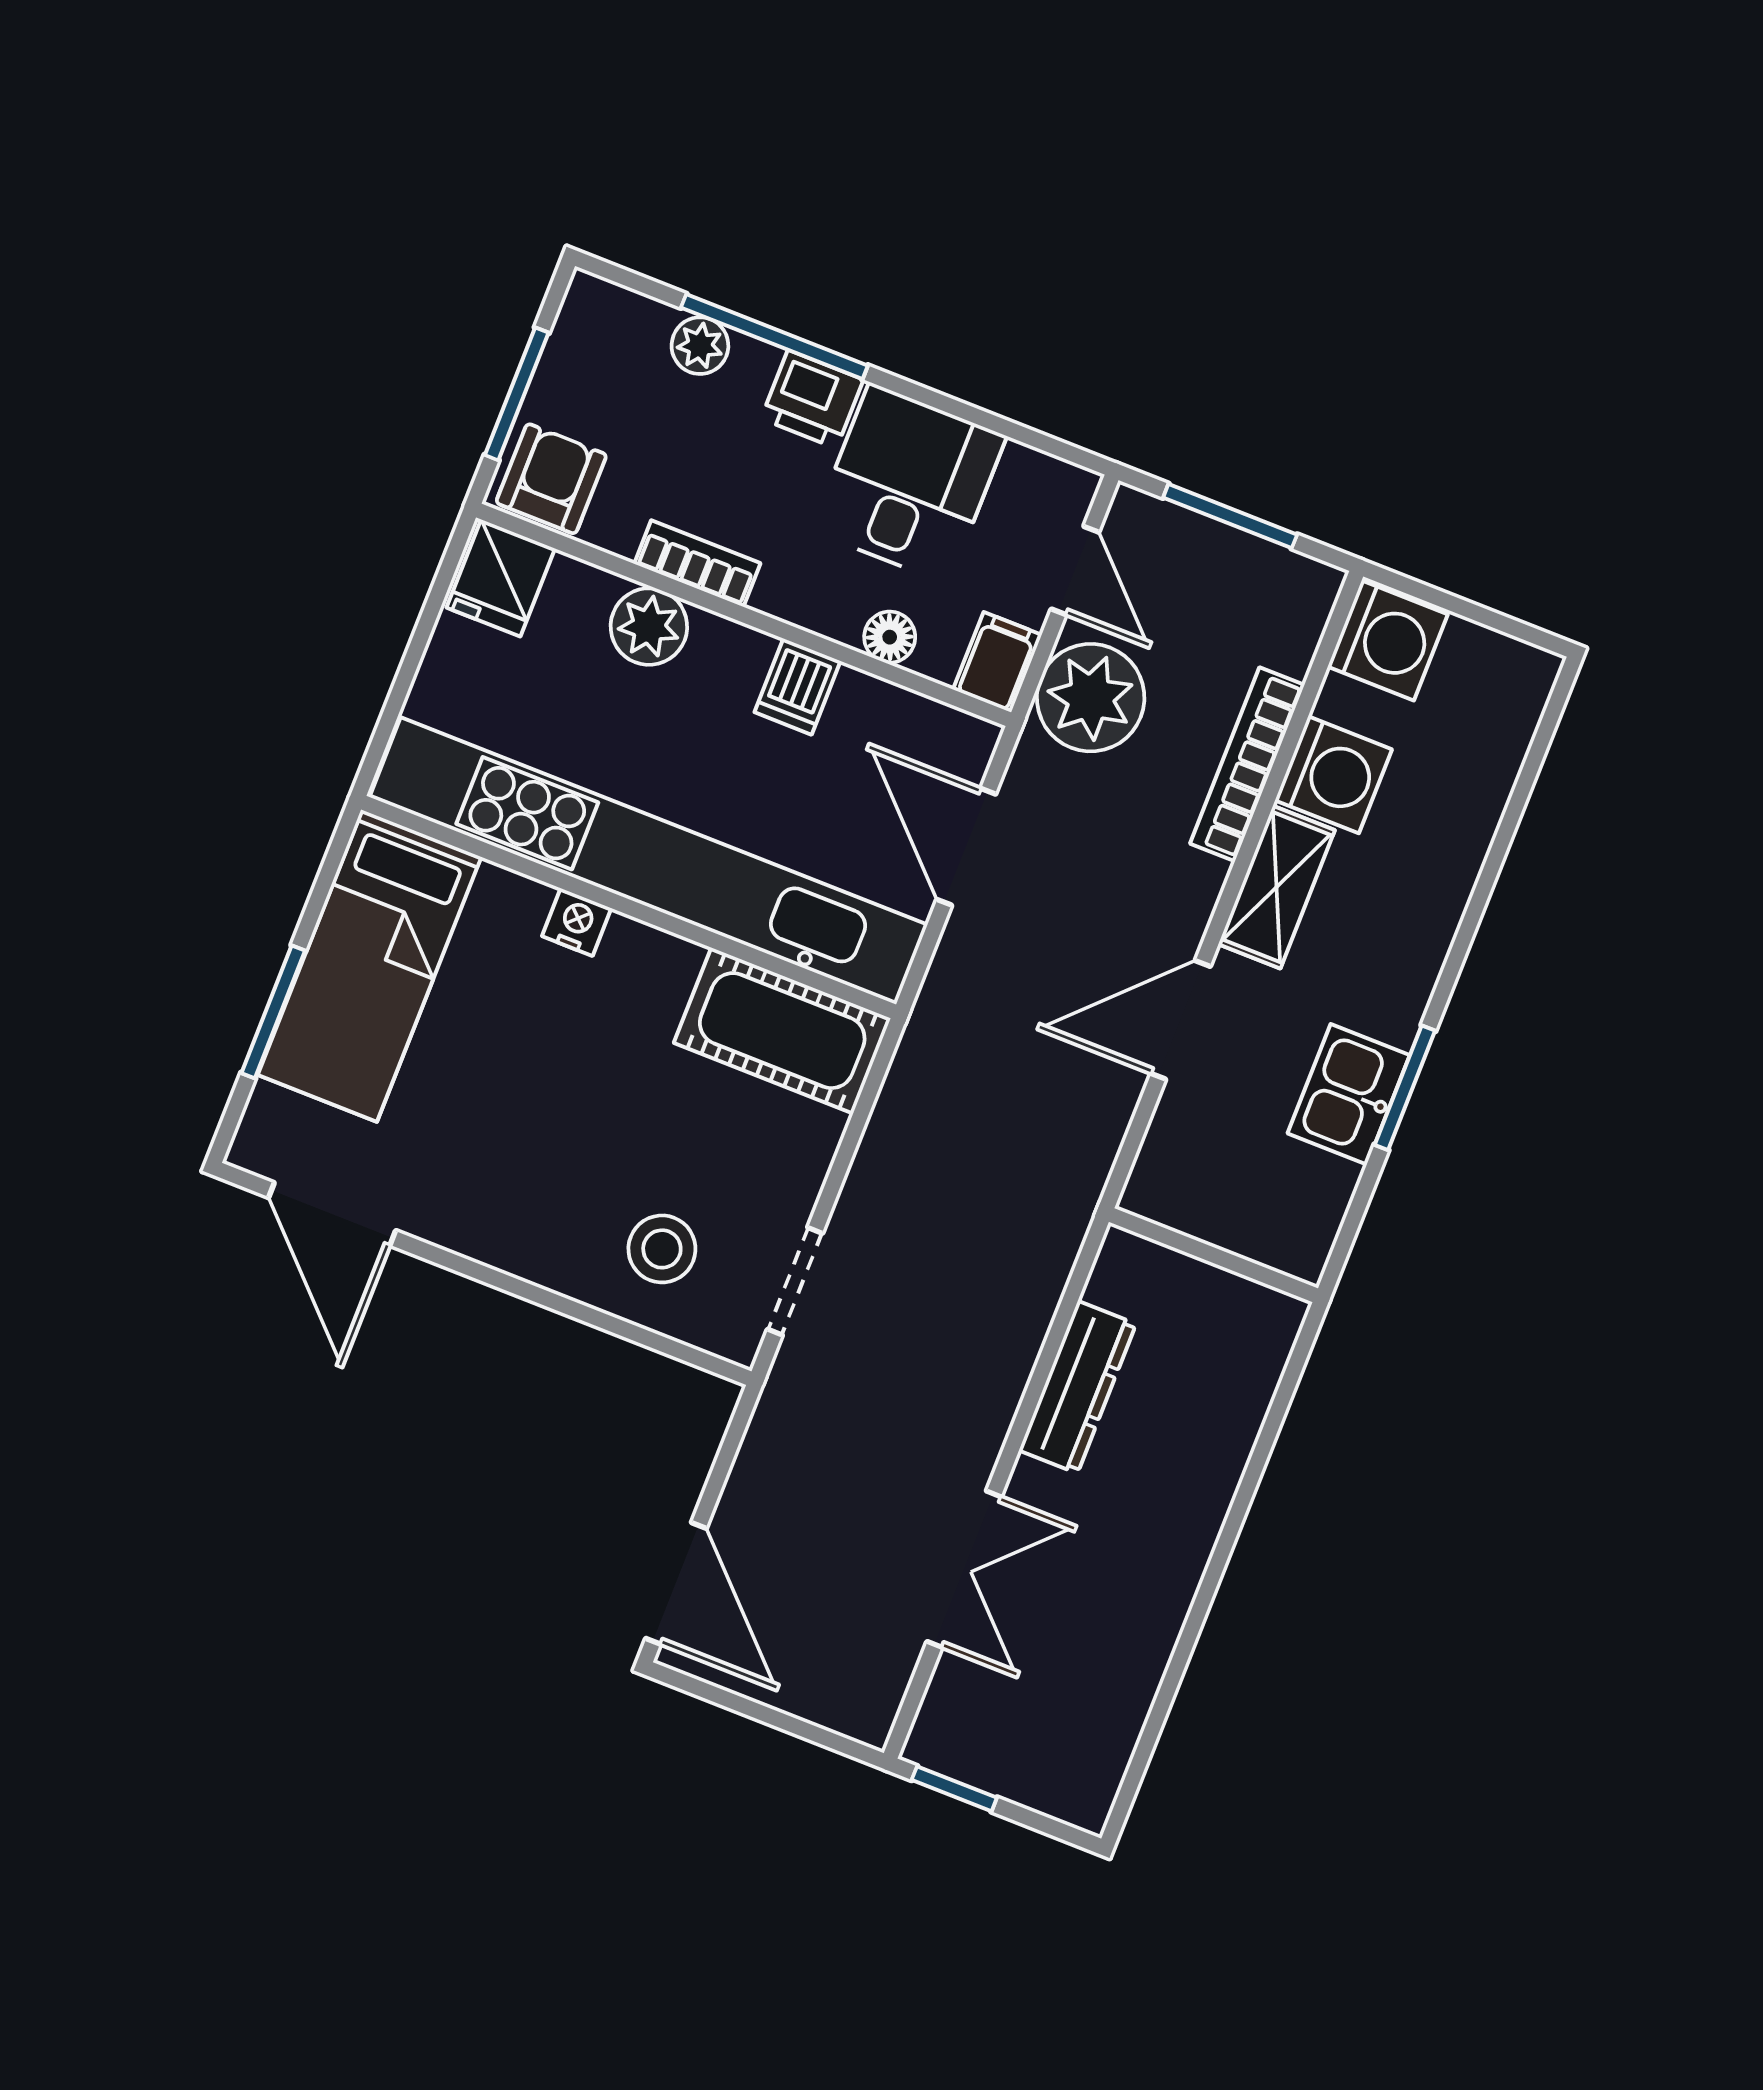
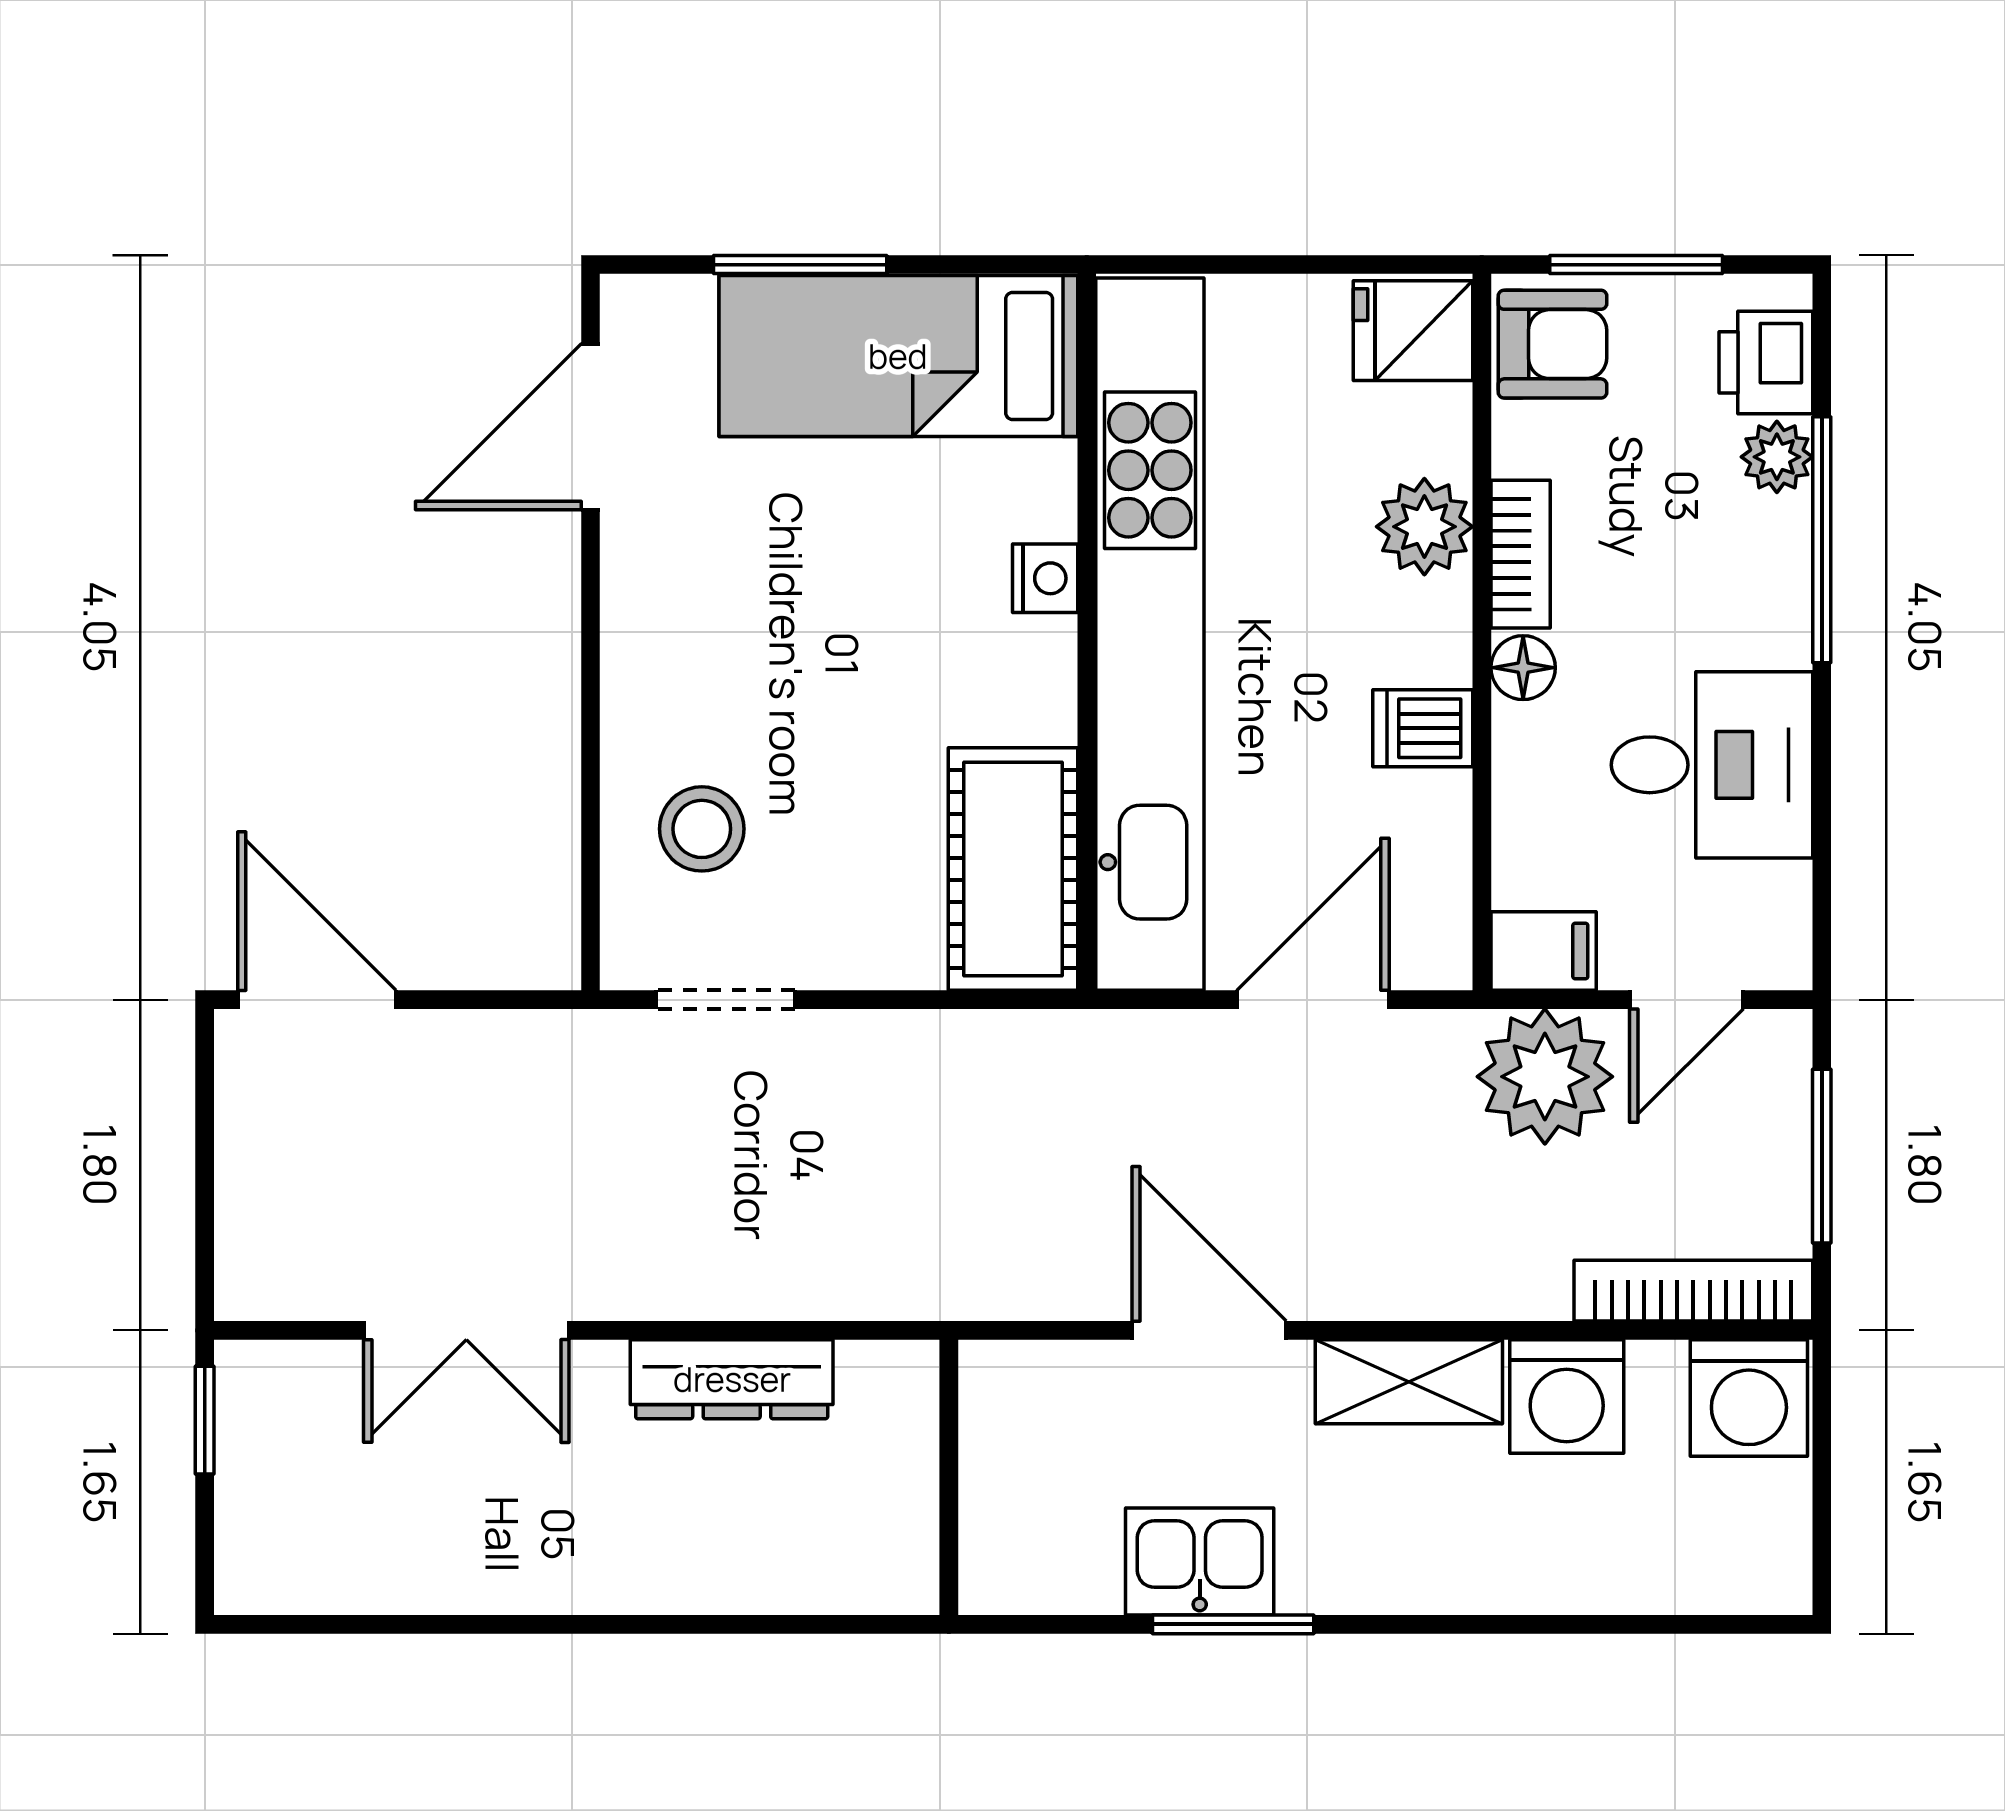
printer: (812, 399) -> (1766, 362), moved
floor lamp: (890, 637) -> (1523, 668), moved
bookcase: (1247, 764) -> (1693, 1291), moved
door: (676, 1583) -> (317, 1000), swing flipped

